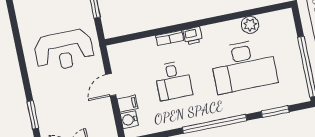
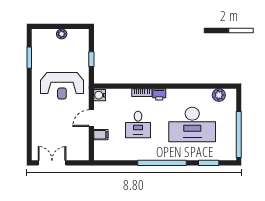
plant: (250, 25) -> (219, 95), moved
window: (33, 115) -> (29, 58), moved
water cooler: (129, 120) -> (100, 95), moved

